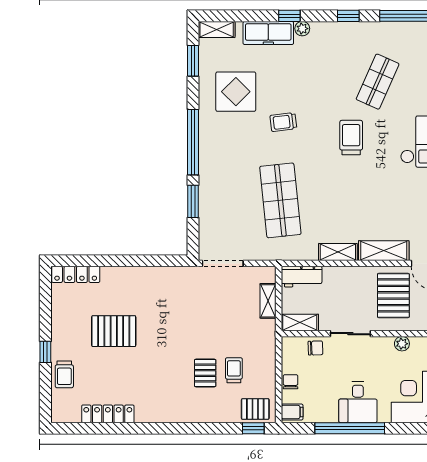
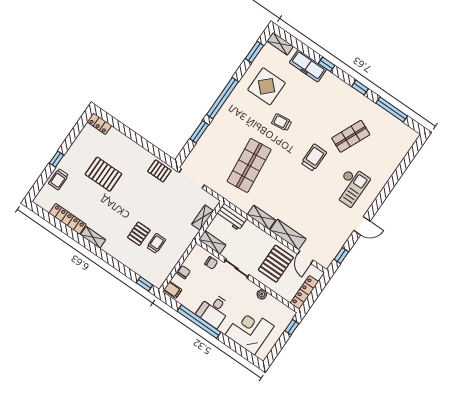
plant: (302, 29) -> (329, 77), removed
locker: (76, 274) -> (99, 124), width x0.66
pallet: (255, 409) -> (159, 171), moved
shelving: (153, 415) -> (93, 237), added

